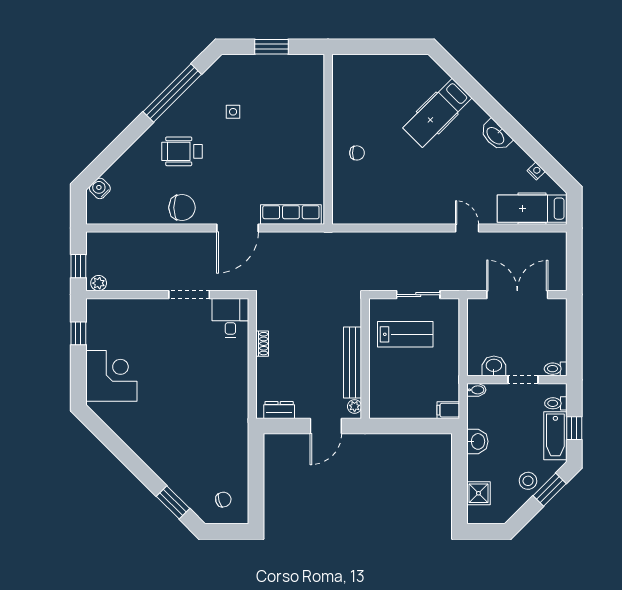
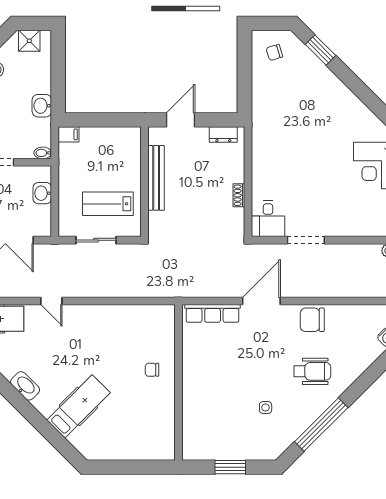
washbasin: (494, 366) -> (42, 193), moved, turned 90
plant: (355, 406) -> (154, 138), removed
shower: (478, 493) -> (29, 41), moved

